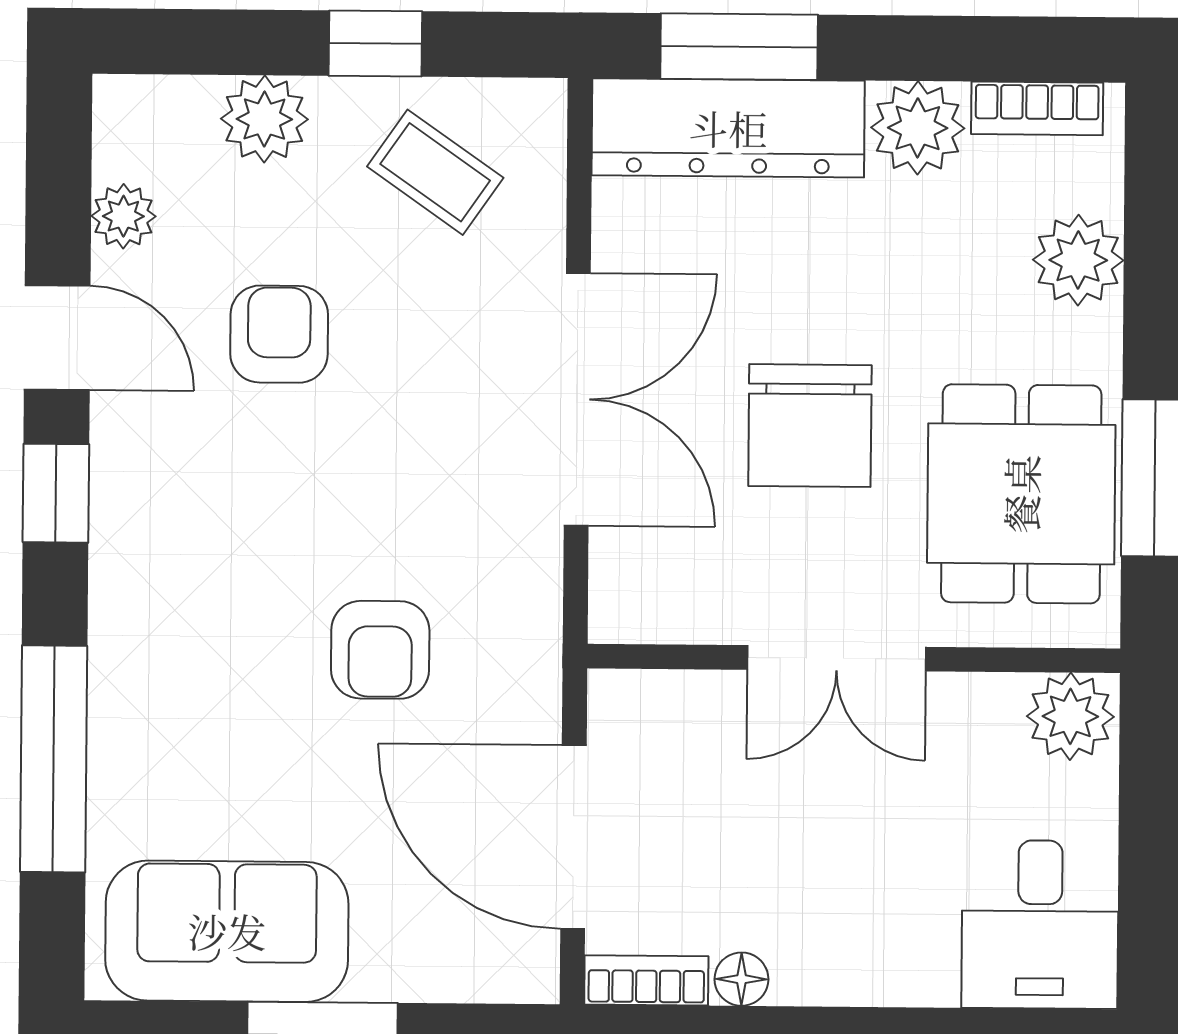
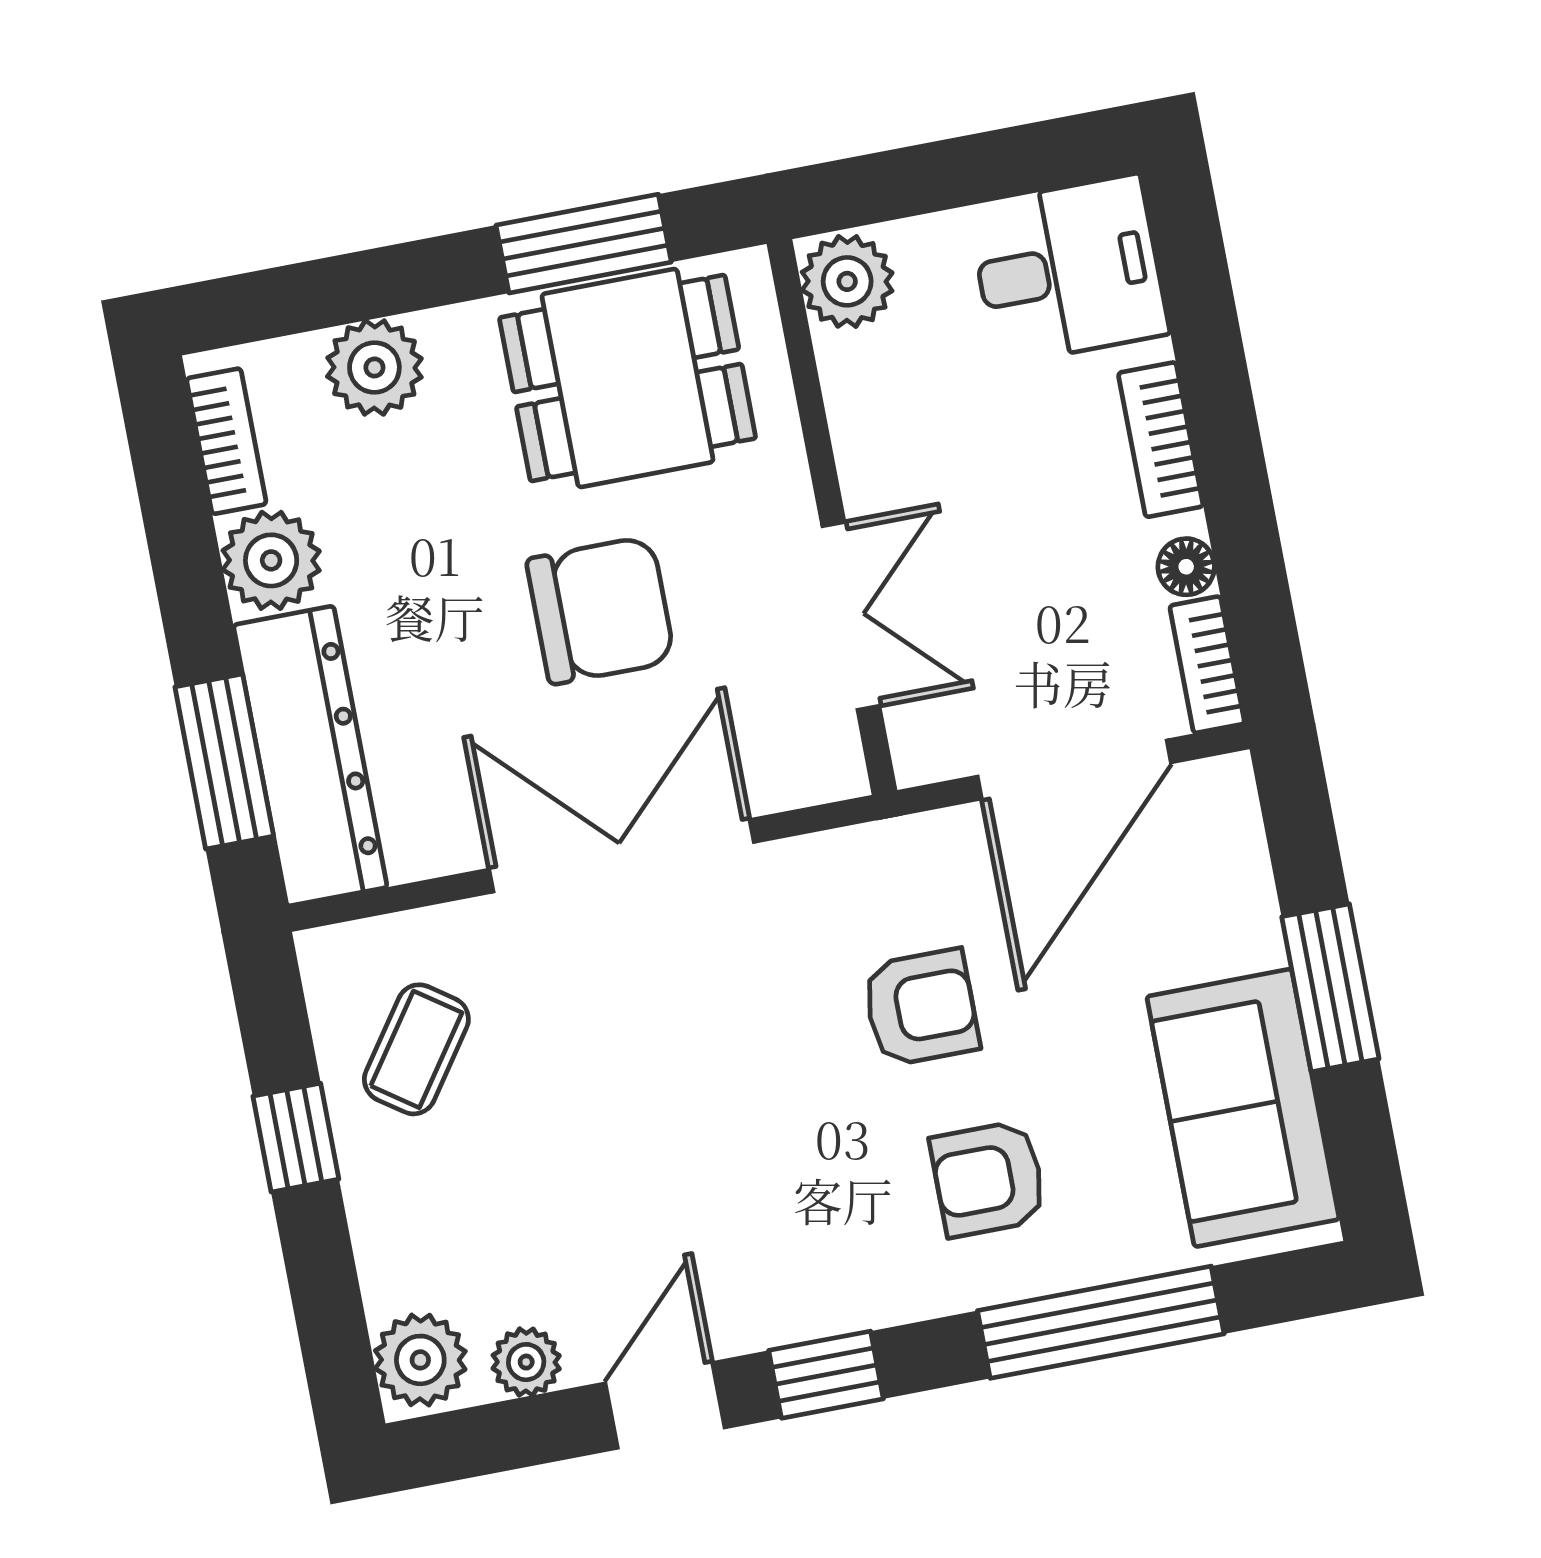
plant: (264, 119) -> (420, 1360), moved
armchair: (279, 334) -> (988, 1179), moved
double door: (836, 658) -> (851, 616), moved
bookcase: (865, 979) -> (1161, 440), added

